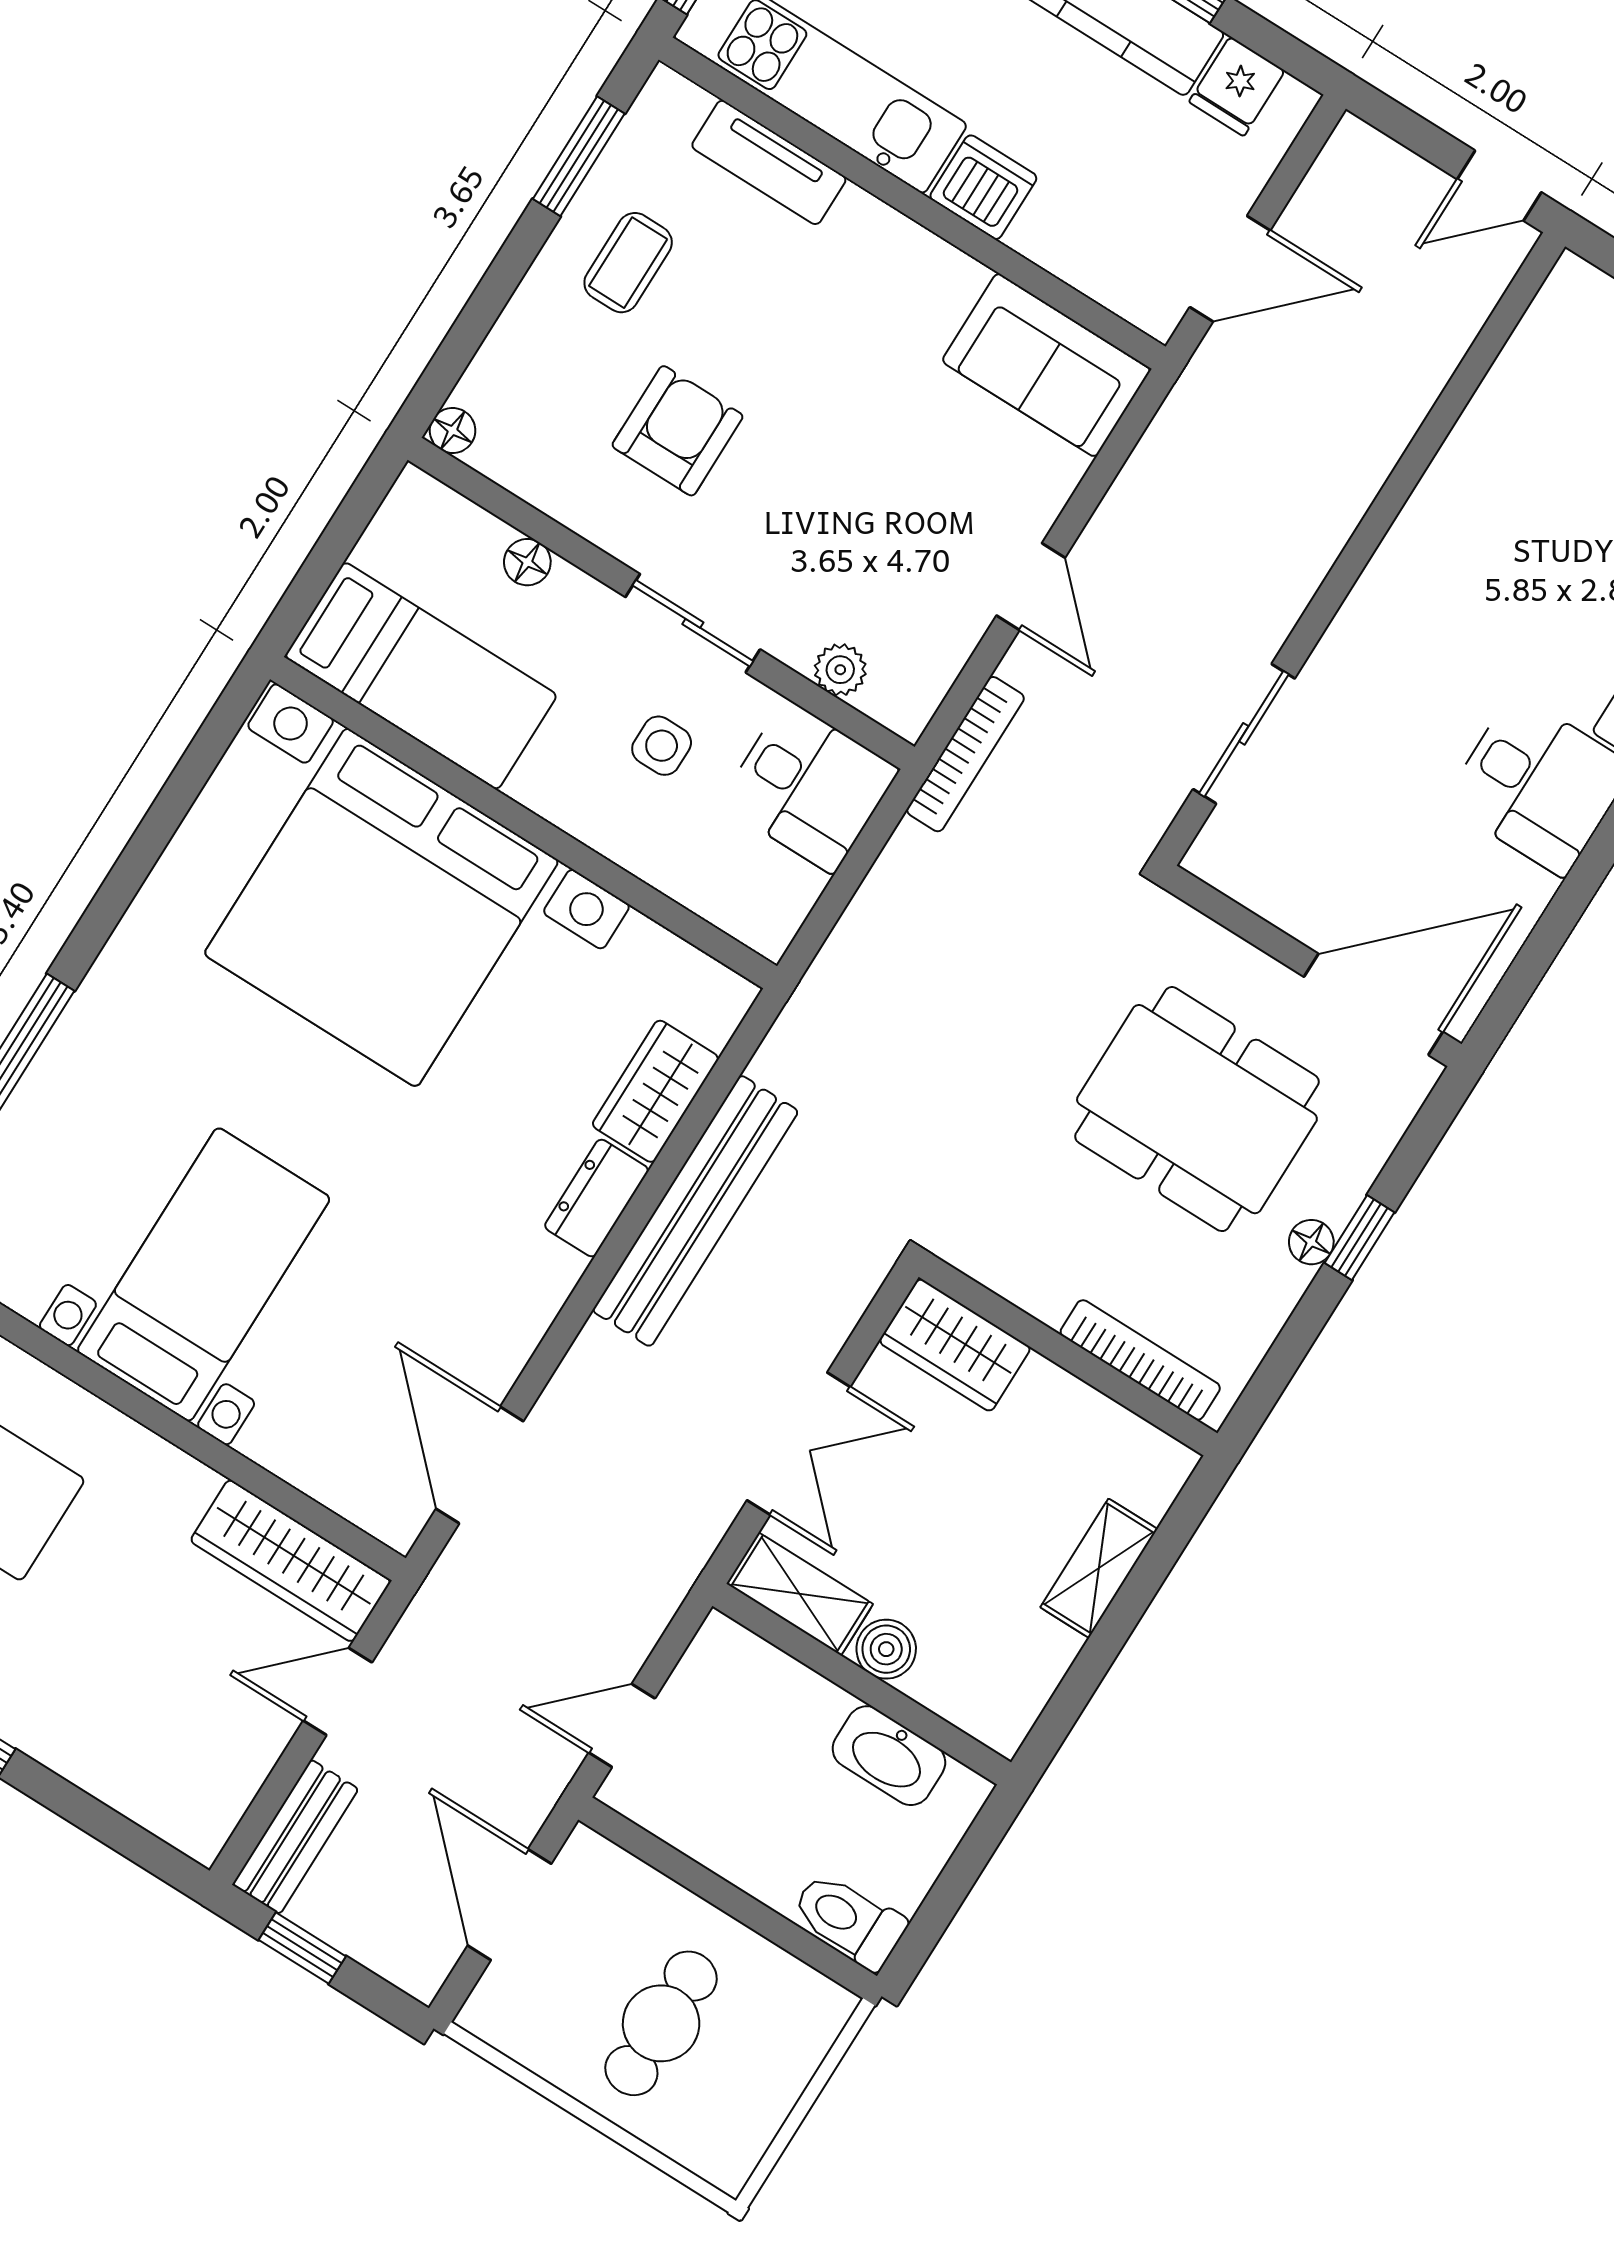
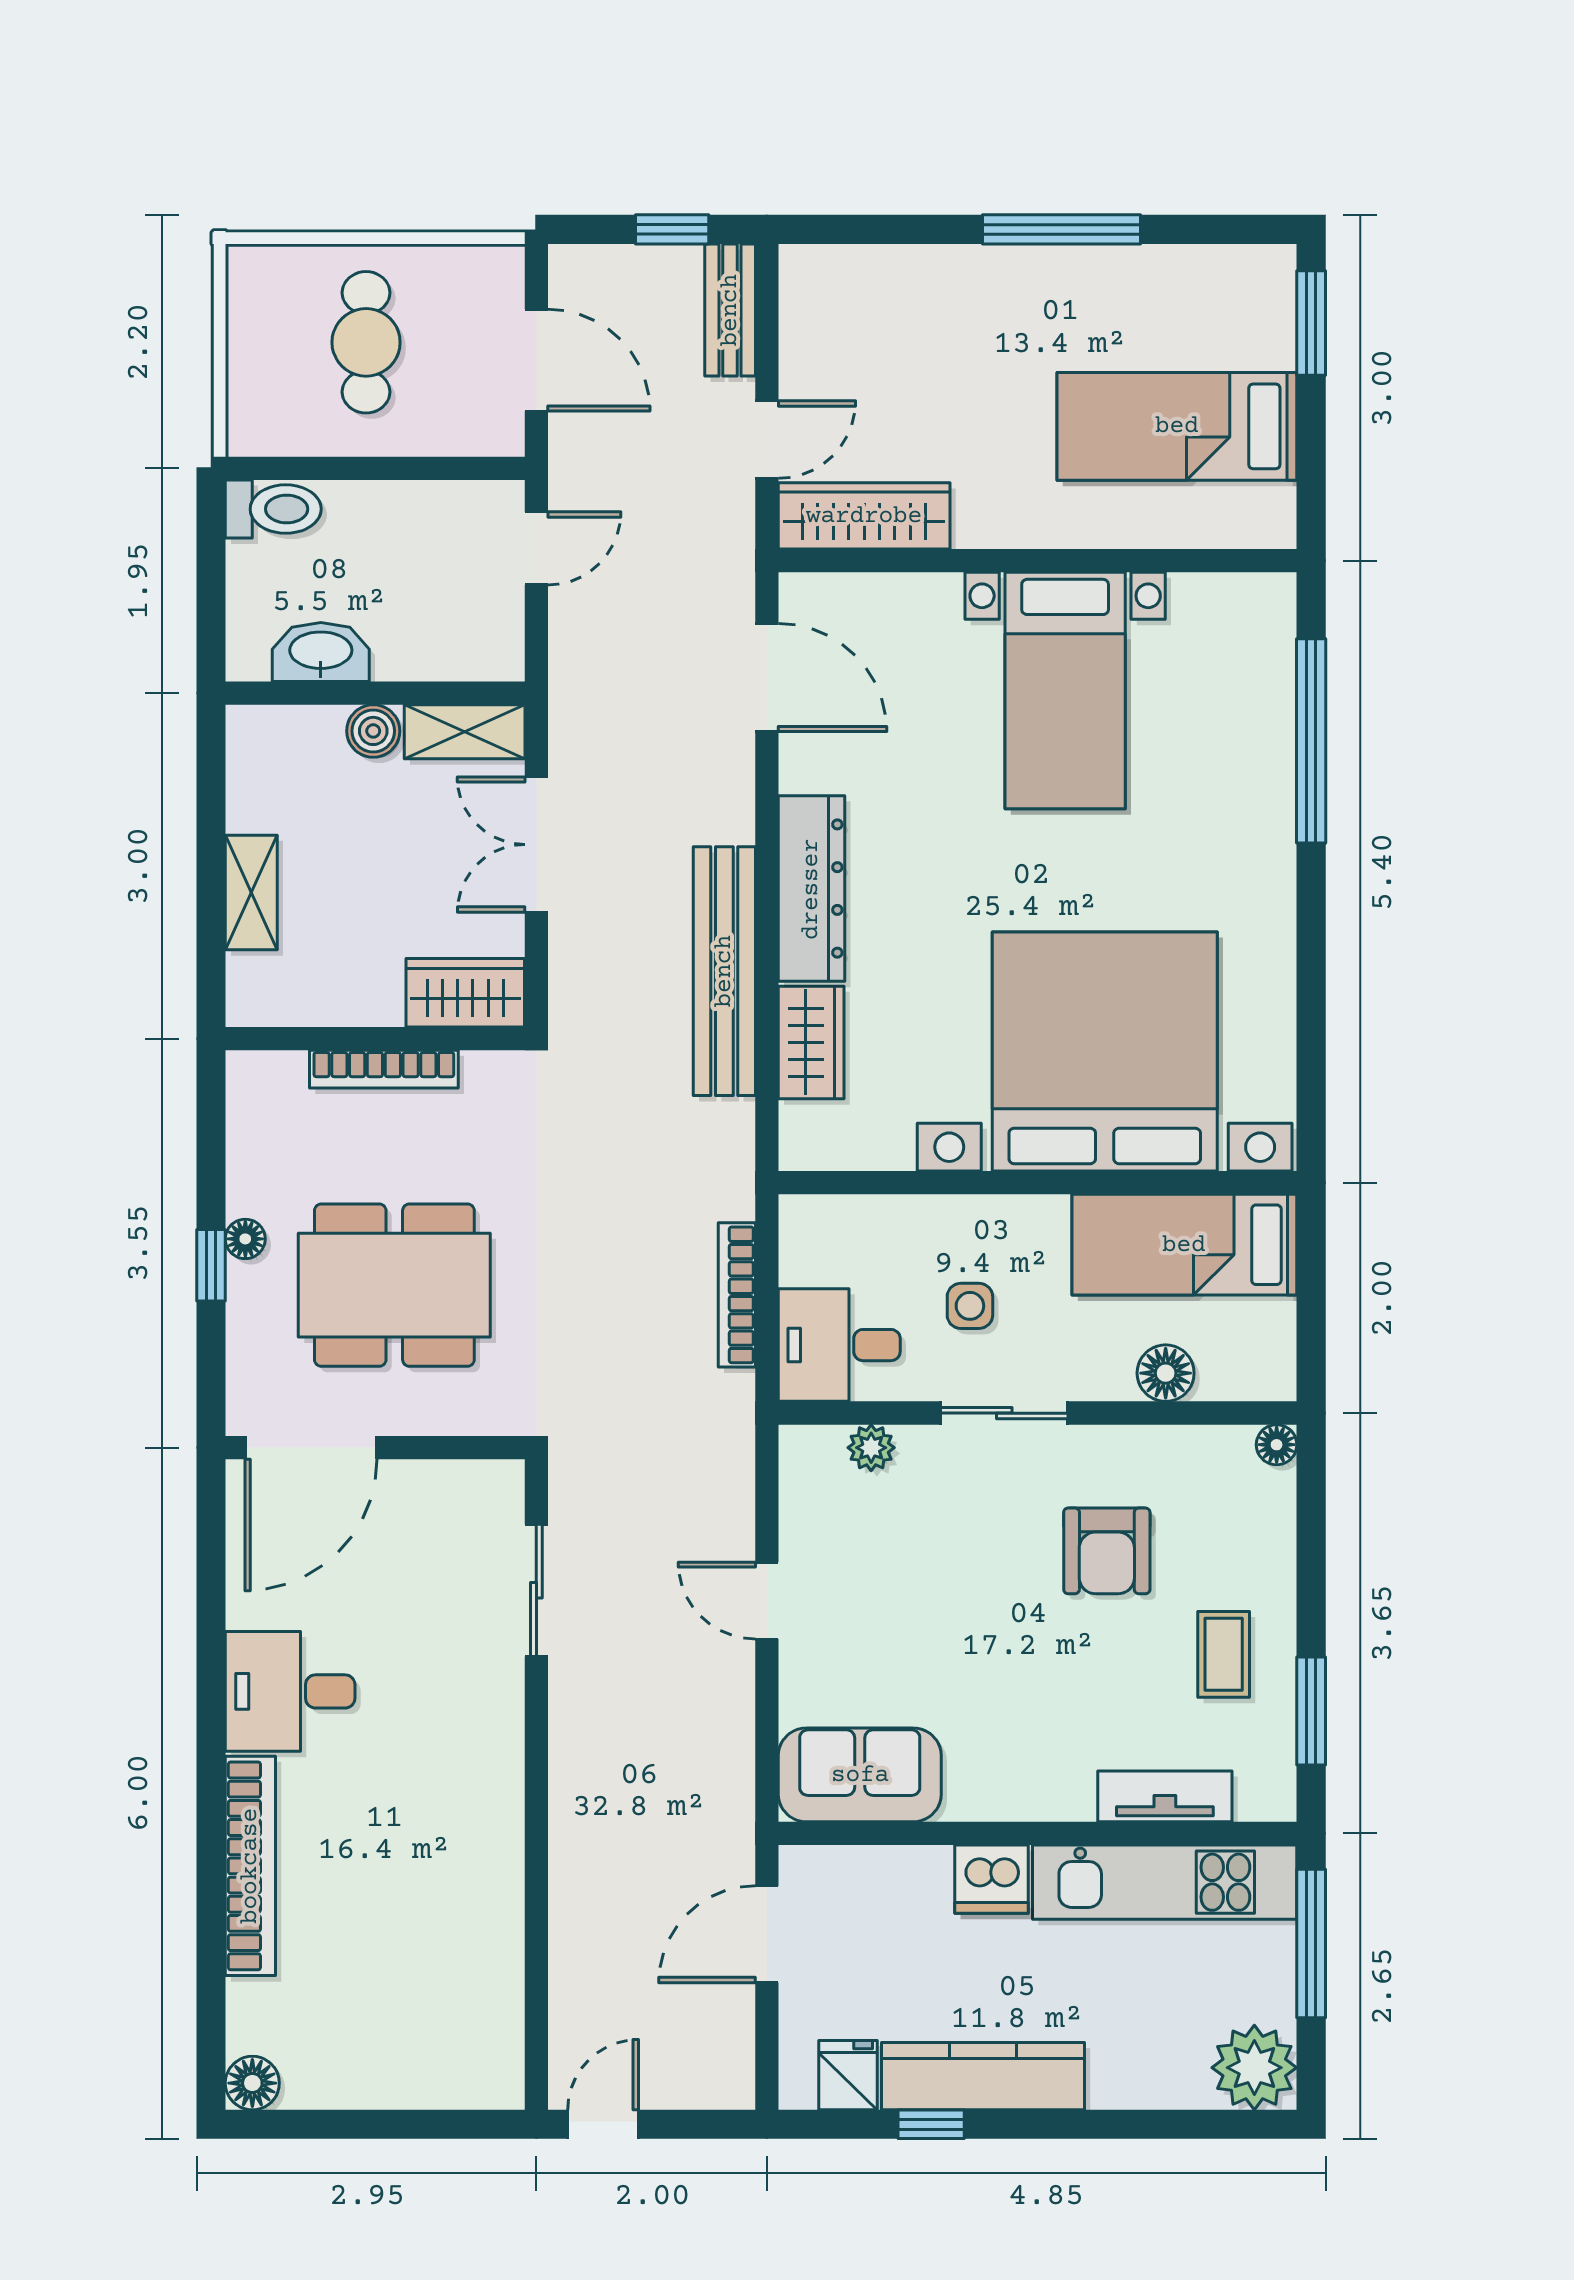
floor lamp: (527, 562) -> (1166, 1373), width x1.37, depth x1.37
bookcase: (965, 754) -> (737, 1295), moved
dresser: (597, 1198) -> (811, 889), width x1.96, depth x1.24
bookcase: (1140, 1360) -> (384, 1069), moved

